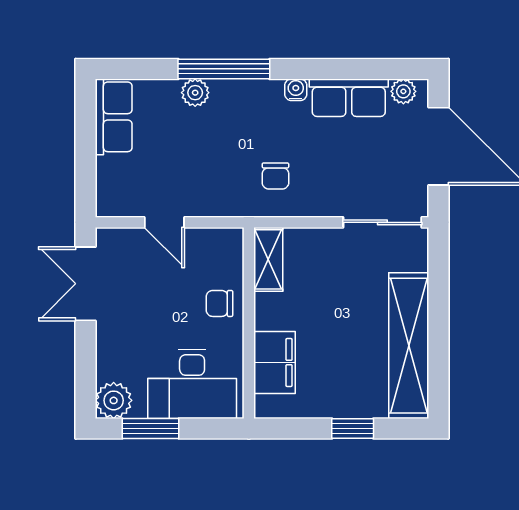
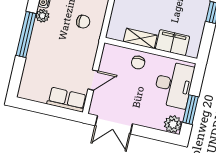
plant: (195, 93) -> (42, 16), moved
row of seats: (114, 117) -> (67, 100), moved
shelving: (268, 259) -> (140, 38), moved

